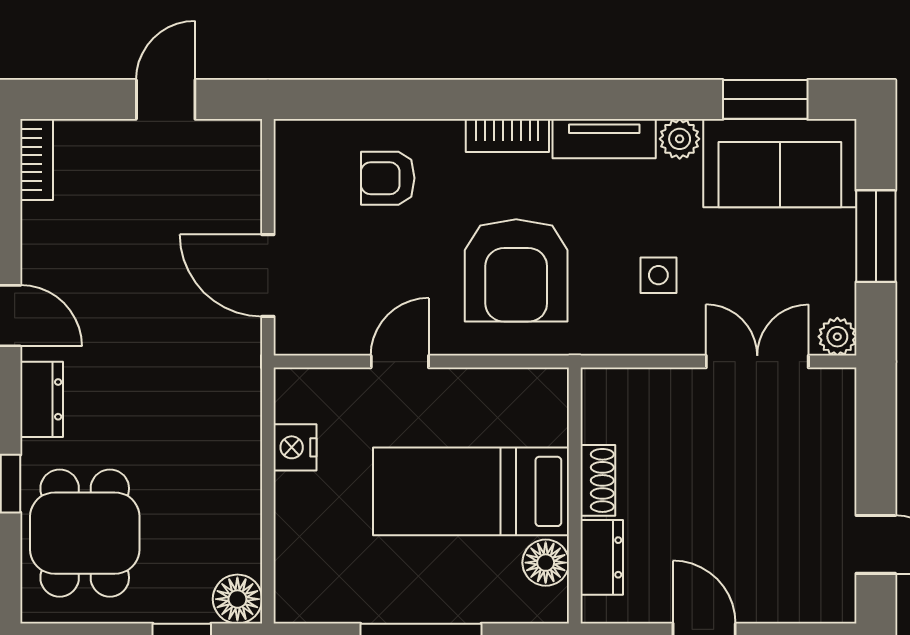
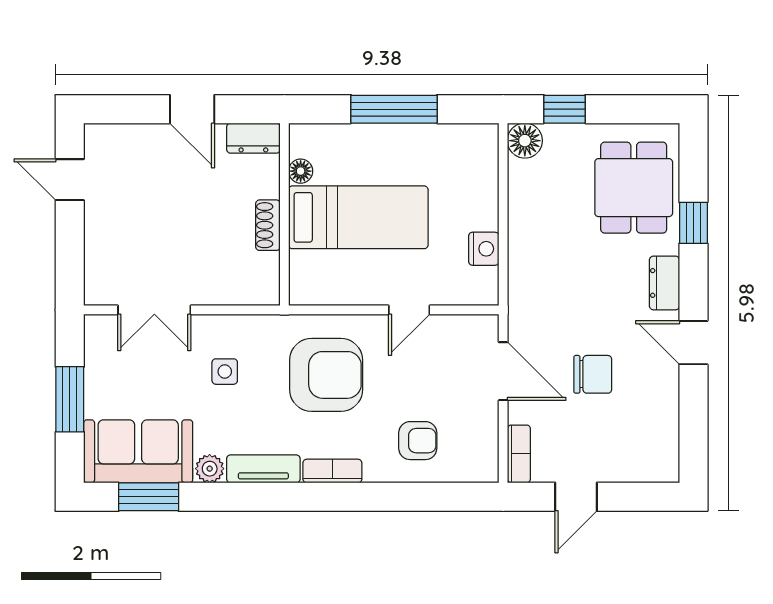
bookcase: (37, 160) -> (519, 454), moved, turned 180
armchair: (516, 270) -> (326, 375), turned 90
chair: (142, 271) -> (593, 374), added
plant: (837, 337) -> (97, 328), removed
dresser: (602, 557) -> (253, 138), moved, turned -90
floor lamp: (546, 563) -> (301, 171), width x0.73, depth x0.73

